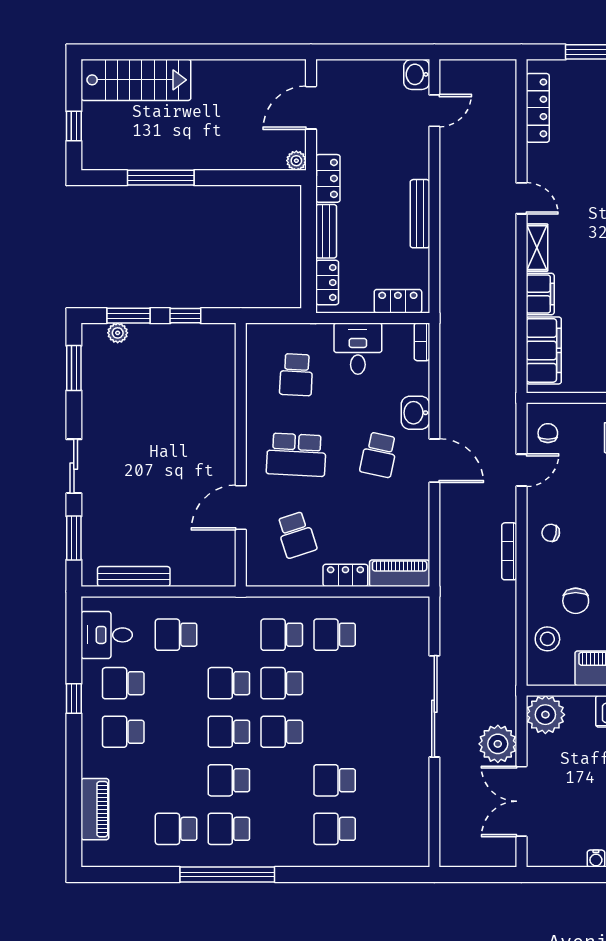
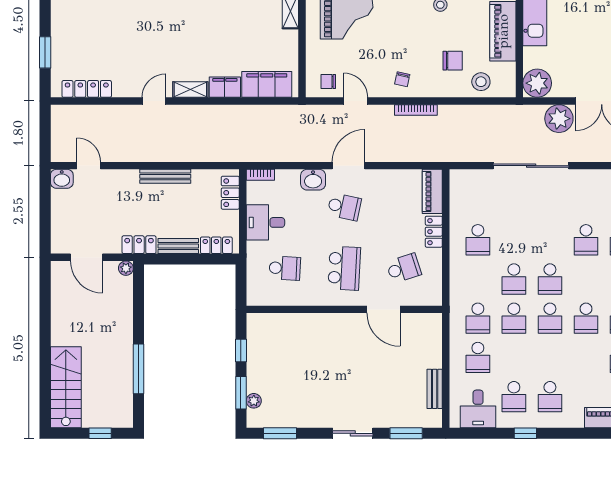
bench: (134, 576) -> (435, 389), width x0.73
school desk: (282, 635) -> (478, 318), moved

